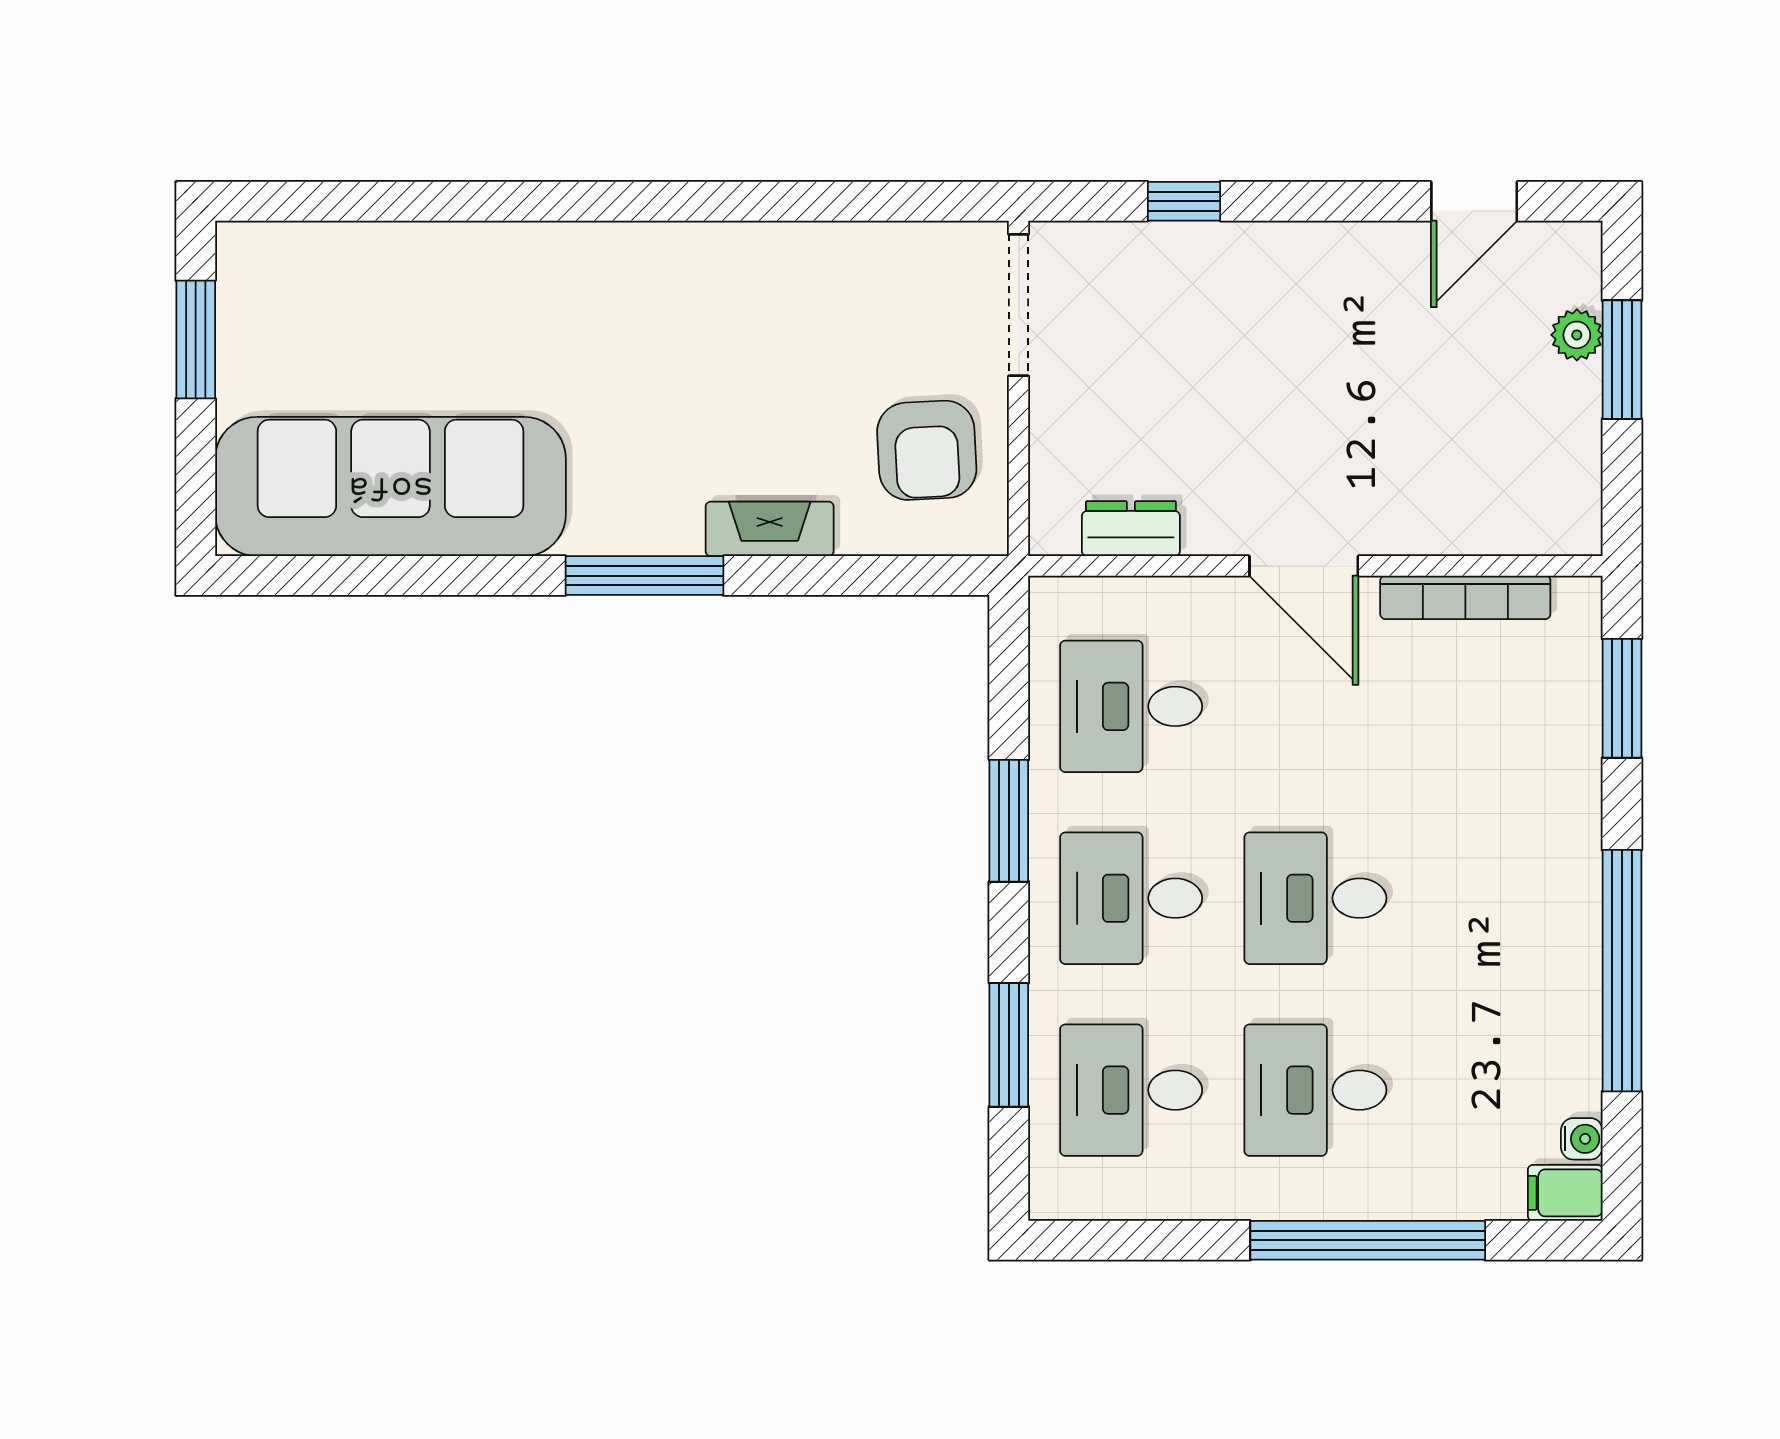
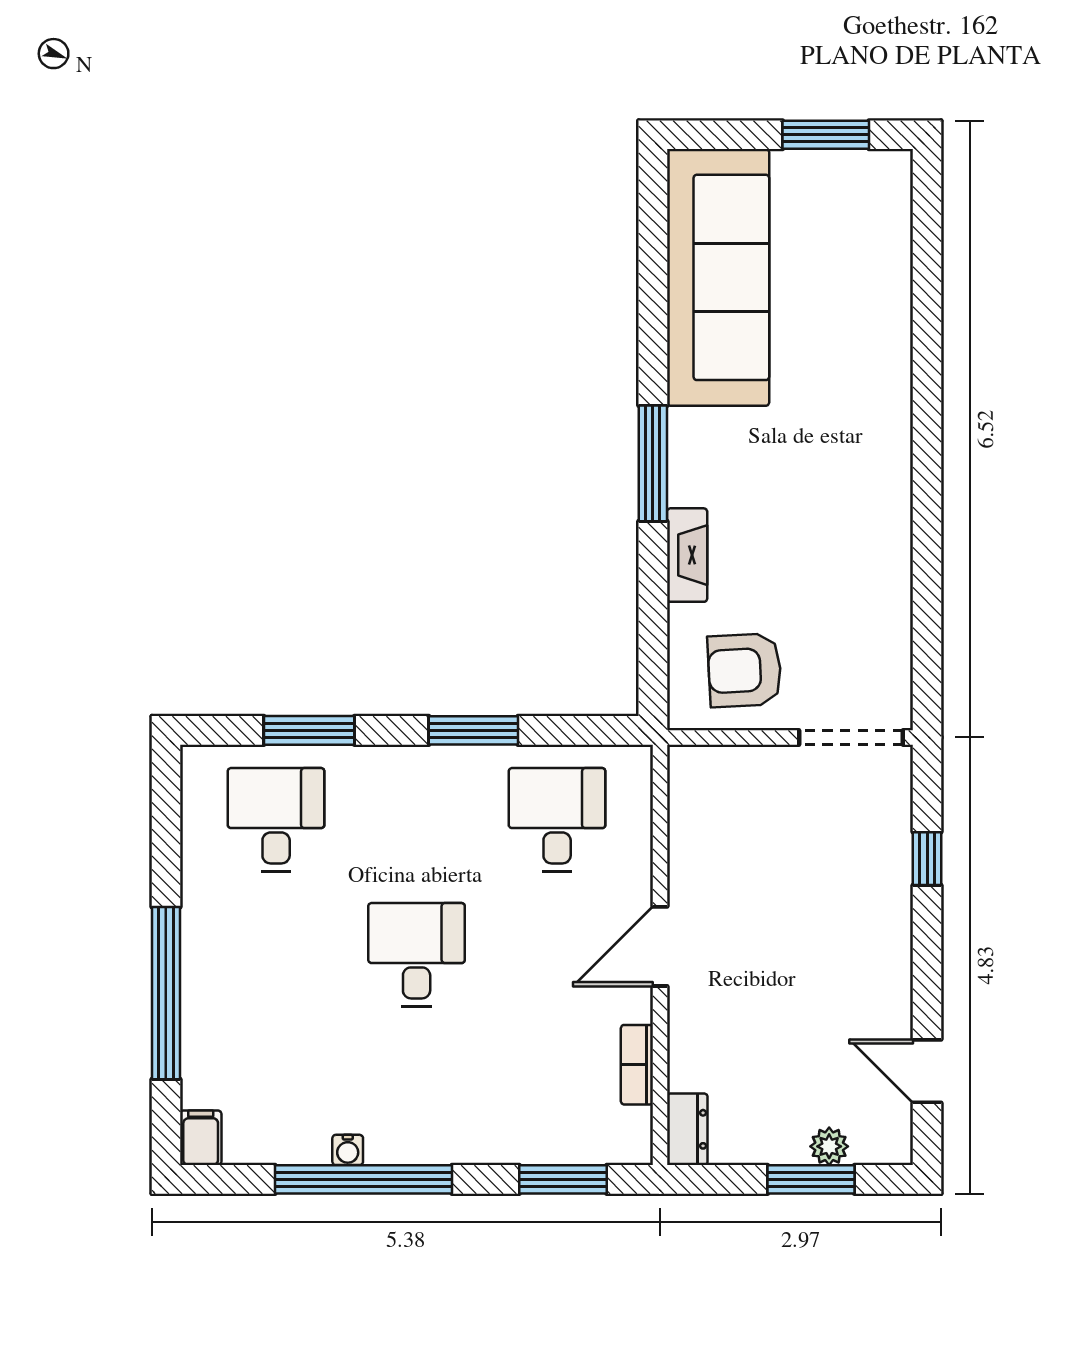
dresser: (1131, 529) -> (687, 1129), moved
bookcase: (1465, 597) -> (637, 1065), width x0.64
desk: (1131, 898) -> (417, 820), removed
desk: (1315, 1090) -> (276, 955), removed
water cooler: (1582, 1139) -> (348, 1150), moved

